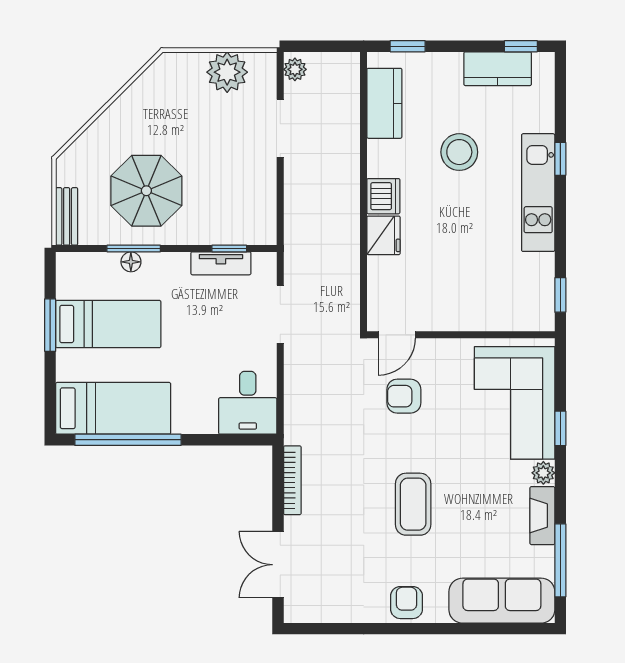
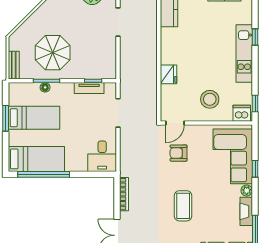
stool: (459, 152) -> (210, 99), moved
dishwasher: (383, 196) -> (242, 113), moved, turned -90

